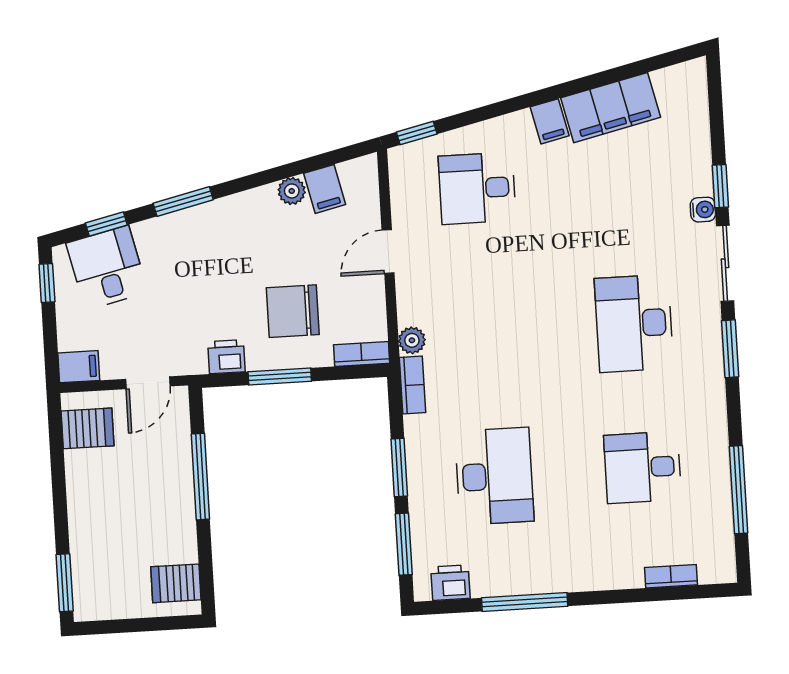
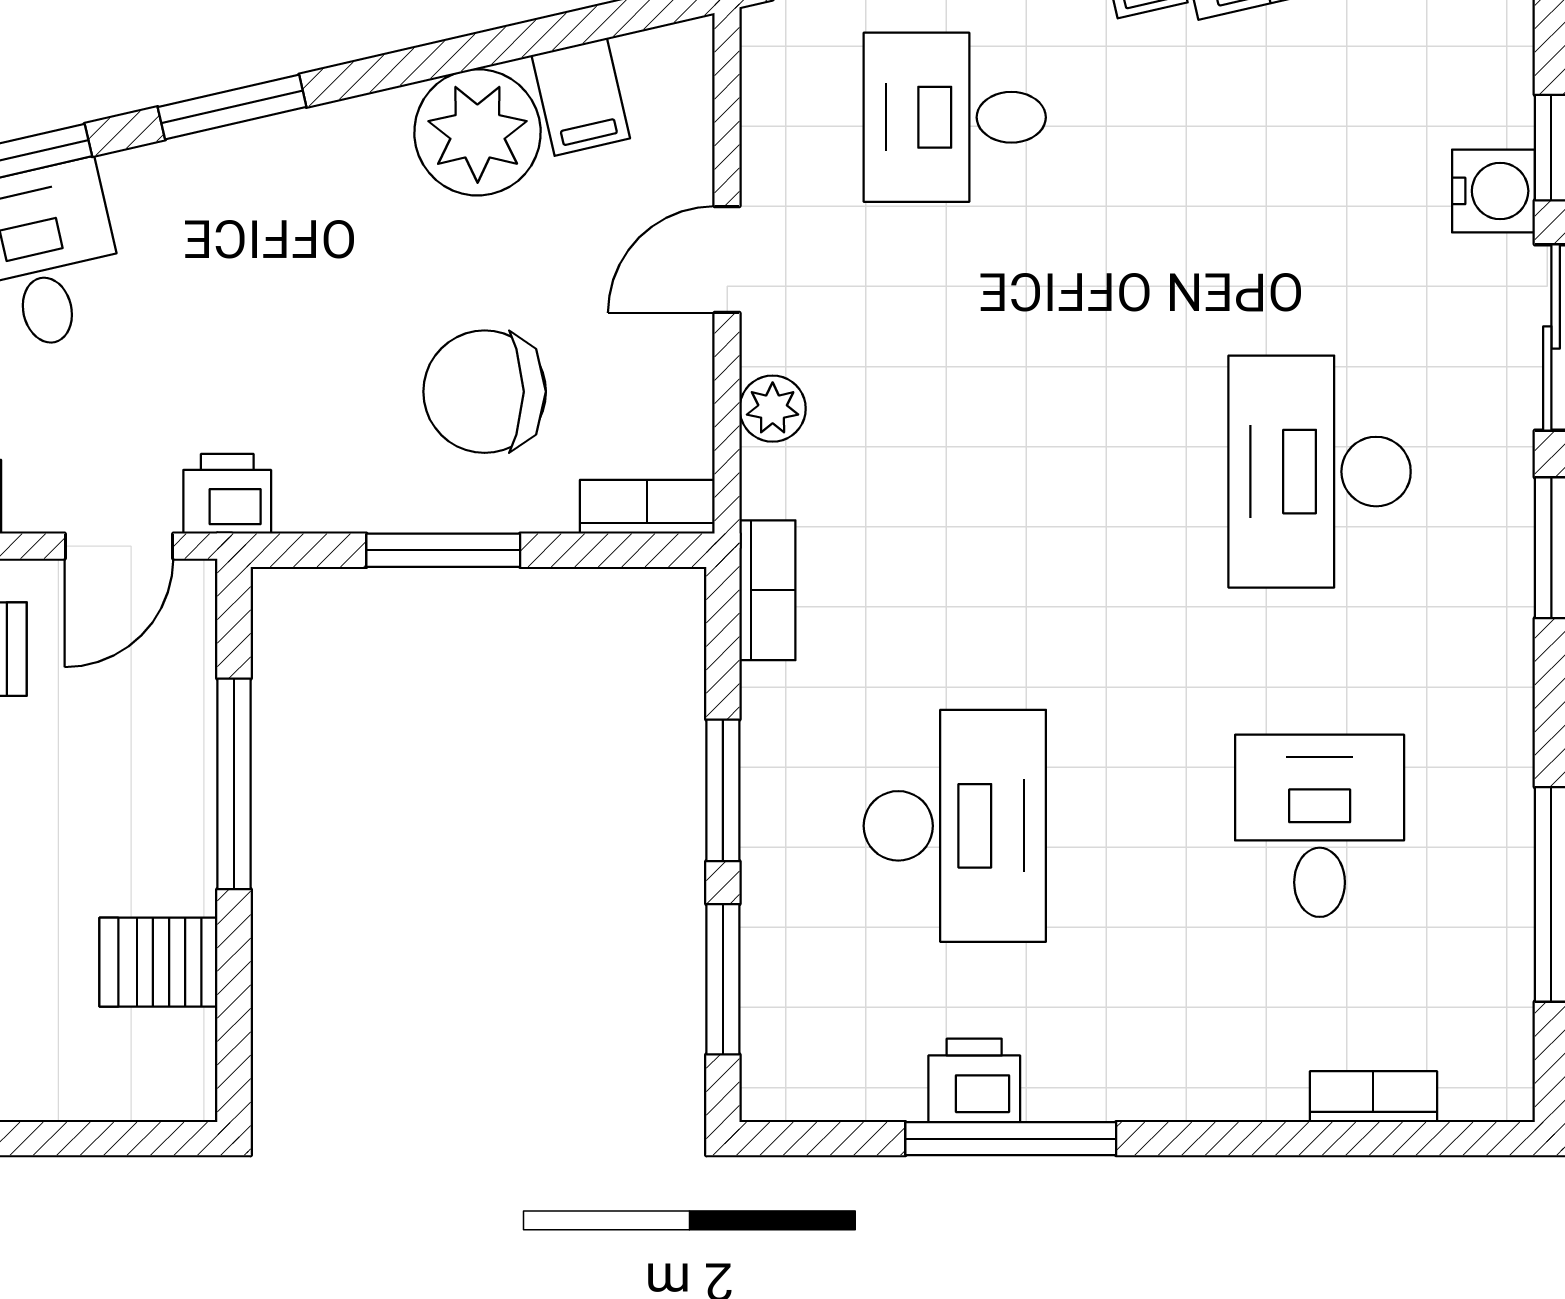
plant: (292, 191) -> (477, 132), width x1.88, depth x1.88
water cooler: (703, 210) -> (1493, 191), width x1.38, depth x1.38
plant: (412, 340) -> (773, 409), moved
printer: (226, 357) -> (227, 494), moved
desk: (643, 467) -> (1320, 826), turned 90
server rack: (176, 583) -> (158, 962), moved
printer: (450, 583) -> (974, 1080), moved

